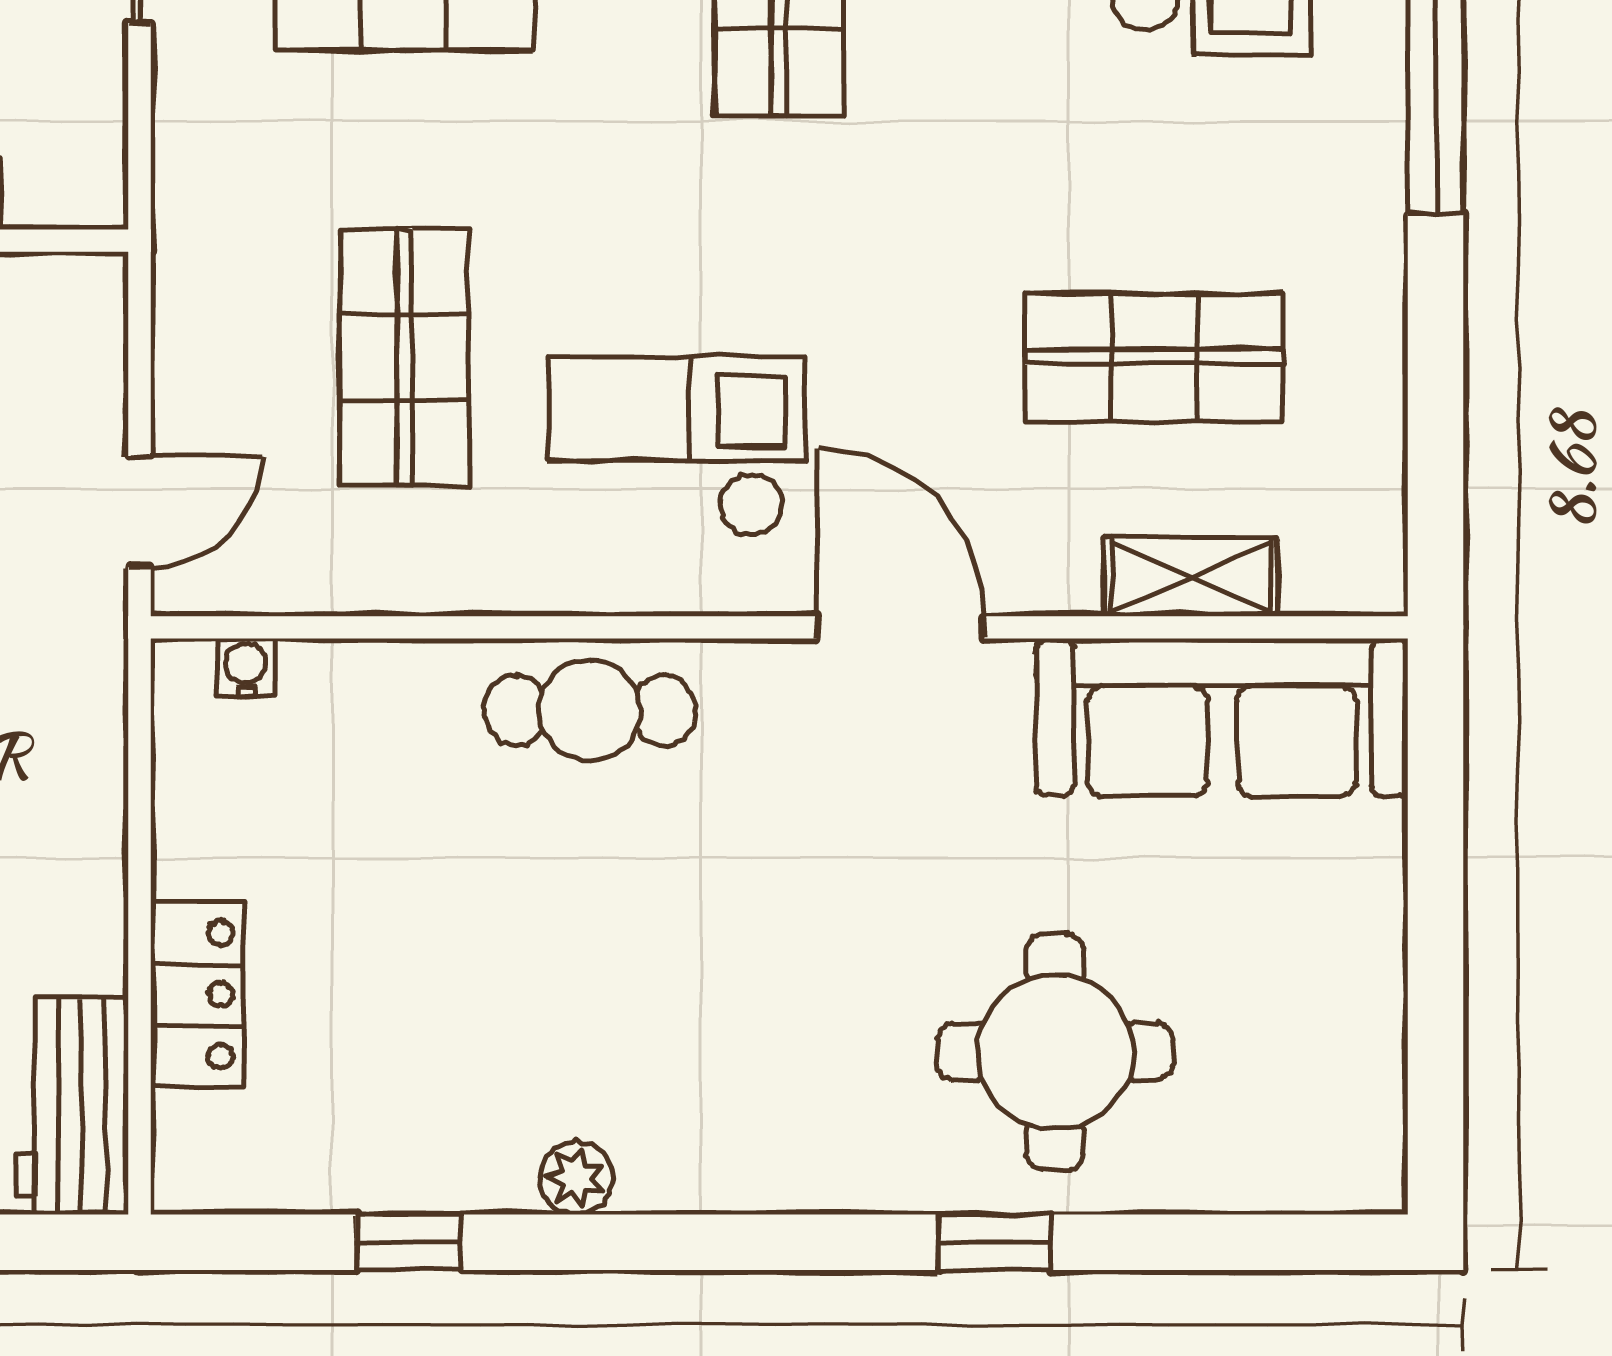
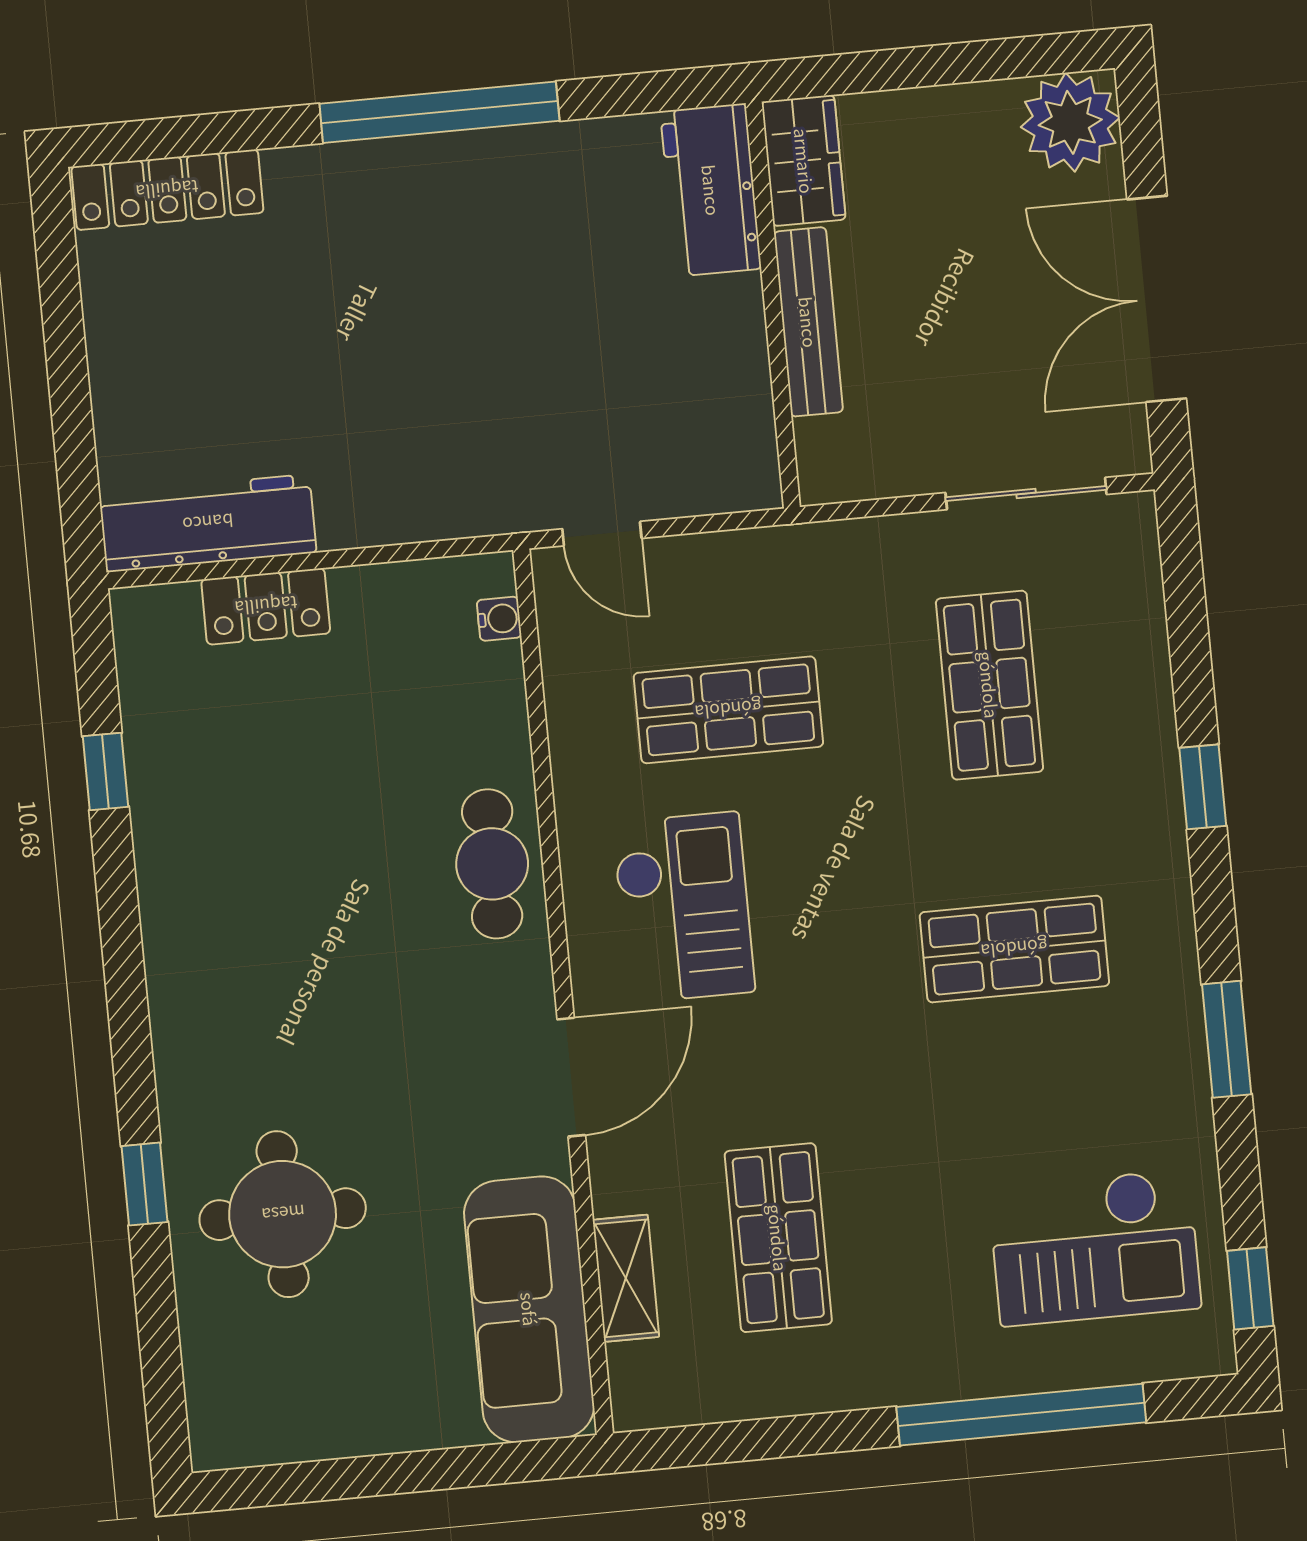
workbench: (72, 1106) -> (208, 523), width x1.38
plant: (576, 1178) -> (162, 885), removed

